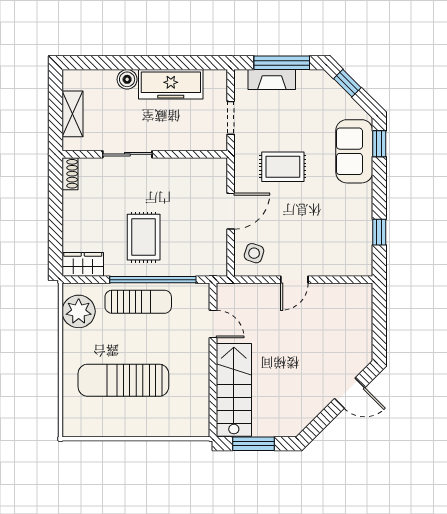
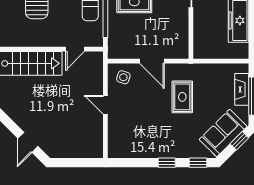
doorway: (231, 118) -> (216, 61), removed
sofa: (354, 151) -> (223, 133), moved, turned -45
window: (379, 232) -> (167, 163), moved

